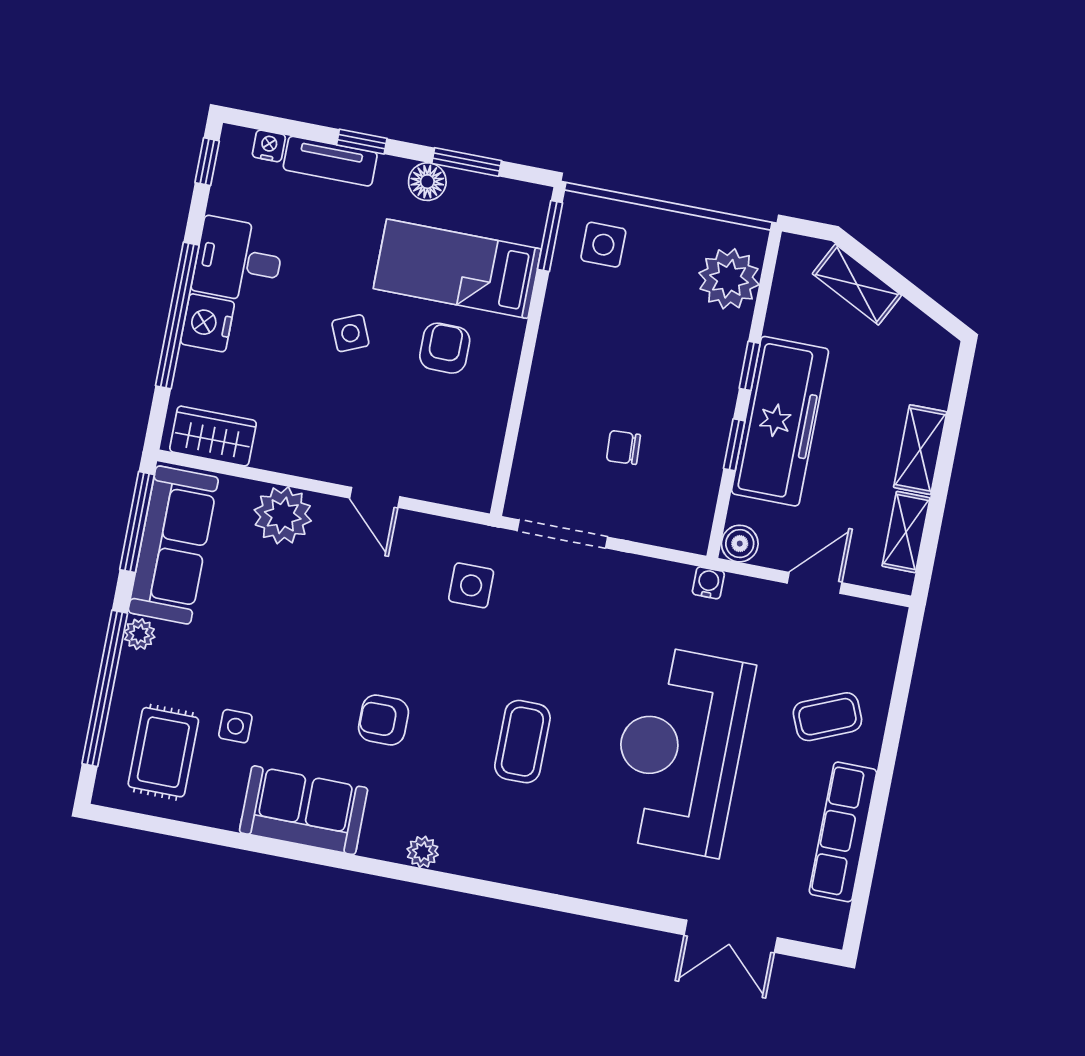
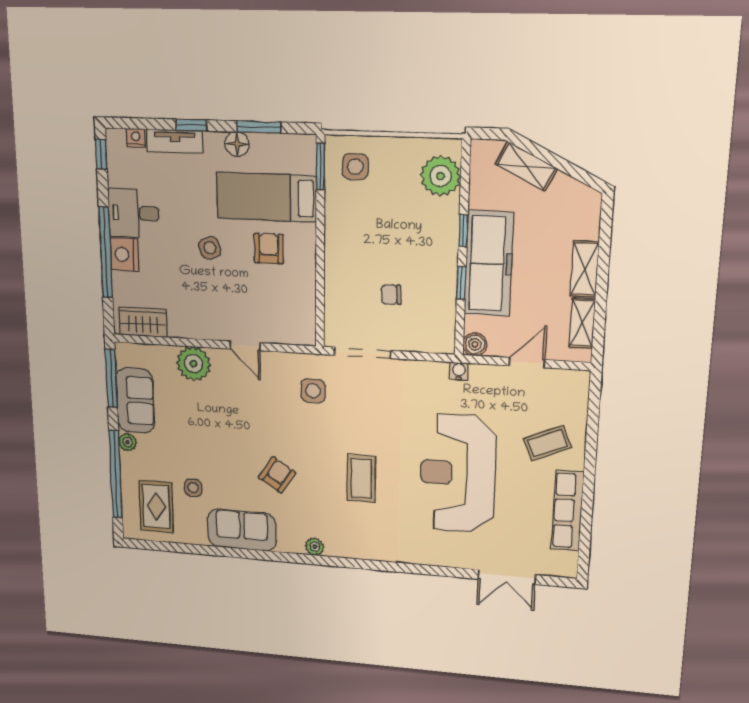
sofa: (173, 545) -> (135, 401), width x0.73
armchair: (383, 720) -> (277, 475), turned 123

